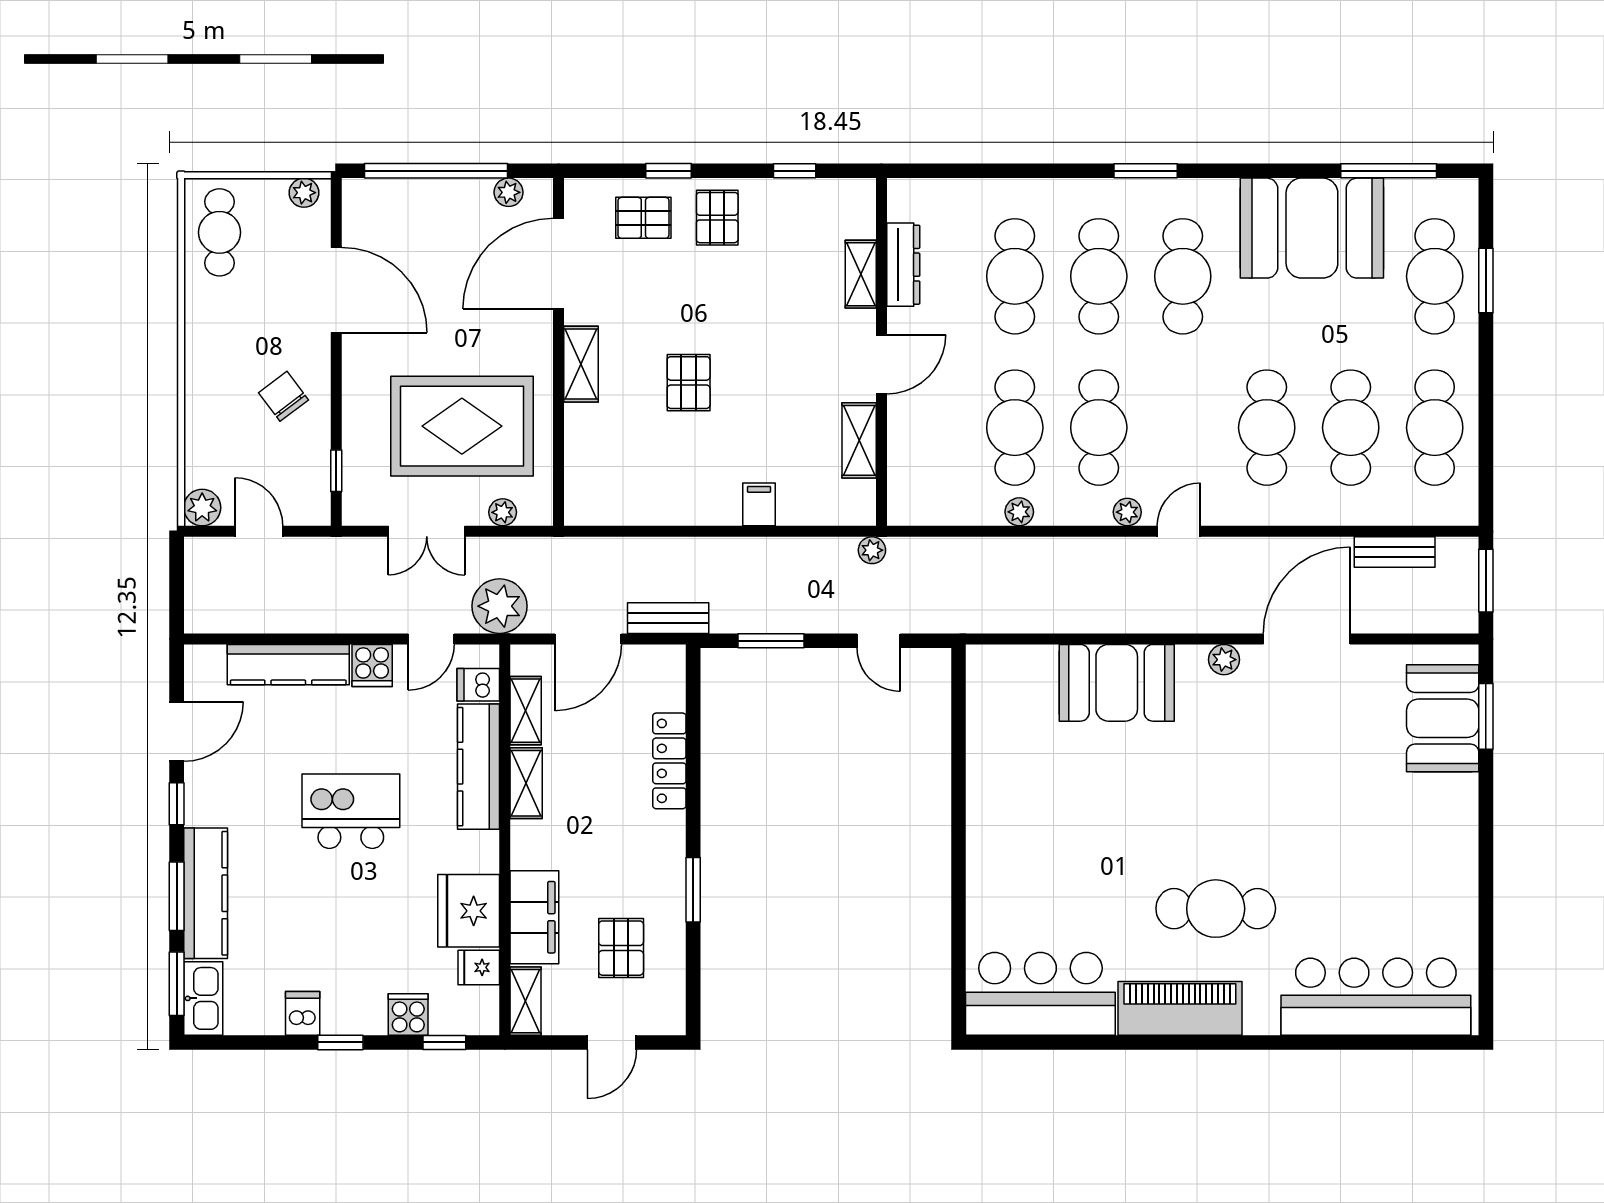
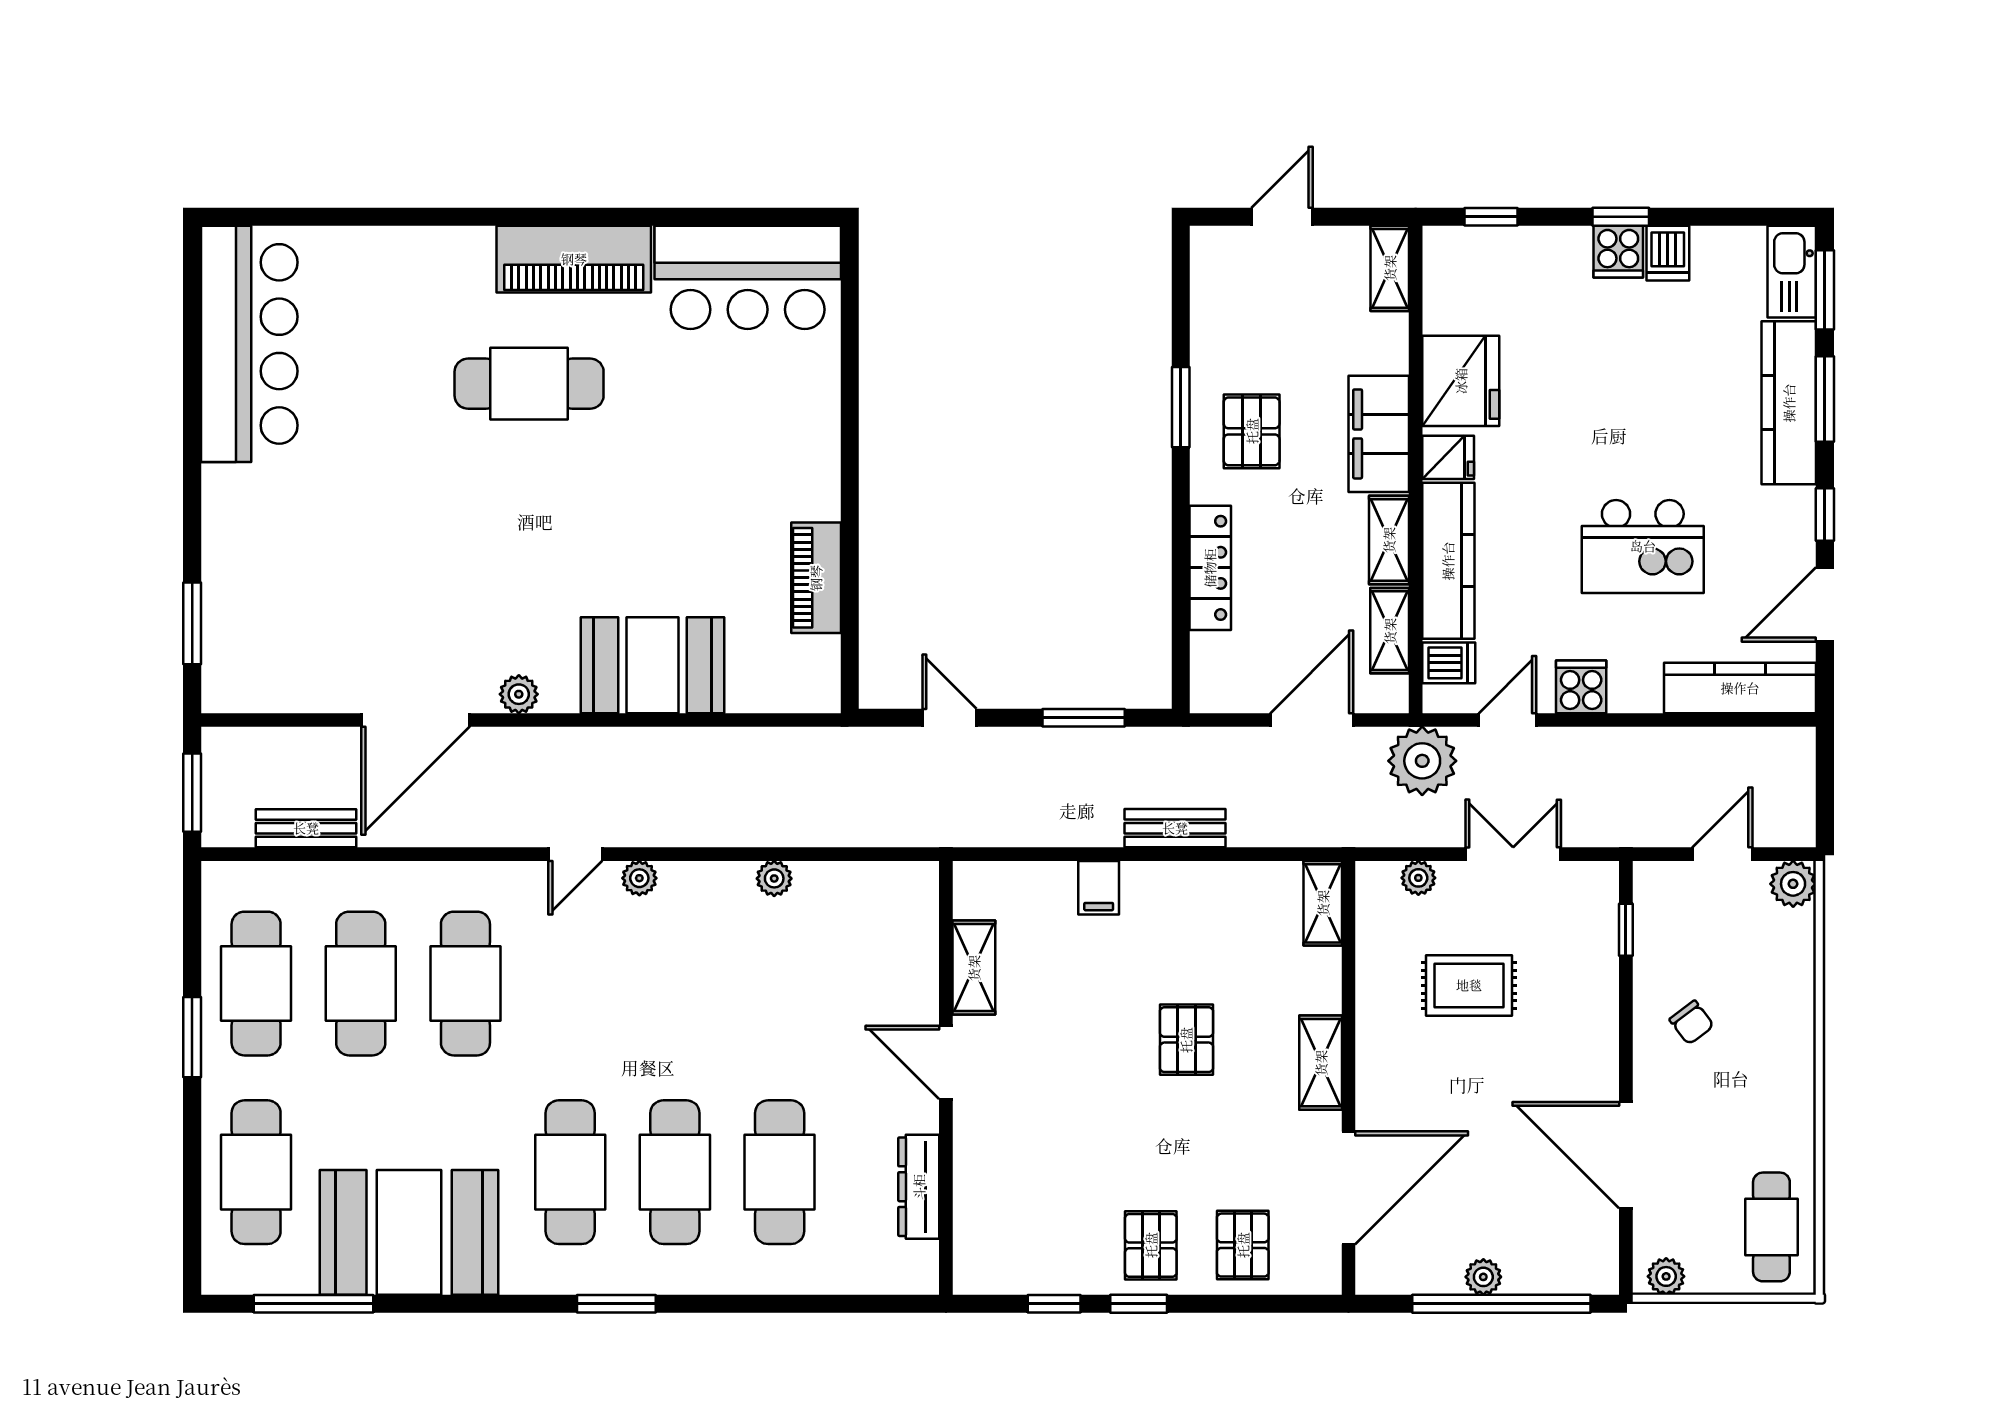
window: (669, 171) -> (1139, 1304), moved
plant: (509, 192) -> (1483, 1277), moved
pallet: (643, 218) -> (1243, 1245), turned 90
shelving: (861, 274) -> (1323, 903), moved
window: (1486, 280) -> (192, 1037), moved
door: (881, 364) -> (946, 1062), hinge flipped
chair: (284, 396) -> (1692, 1022), width x0.73, depth x0.73
rug: (462, 426) -> (1469, 985), width x0.54, depth x0.49
cafe table: (1015, 428) -> (780, 984), removed
cafe table: (1099, 428) -> (675, 984), removed
door: (259, 531) -> (1722, 854), swing flipped
plant: (872, 550) -> (958, 831), removed
bench: (668, 618) -> (1175, 828), moved
kitchen counter: (288, 665) -> (1740, 688), moved
booth: (1443, 718) -> (246, 621), removed
piano: (986, 753) -> (816, 578), added
kitchen island: (351, 811) -> (1643, 546), moved
filing cabinet: (534, 917) -> (1379, 434), moved
pallet: (621, 948) -> (1252, 431), moved
fridge: (479, 967) -> (1448, 457), moved
bar counter: (1376, 997) -> (249, 344), moved, turned -90
cooker: (408, 1014) -> (1618, 252), moved

